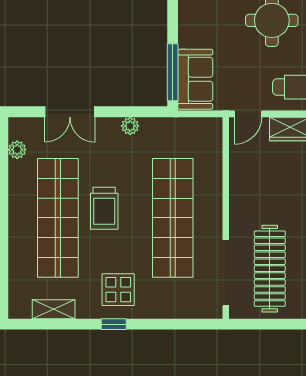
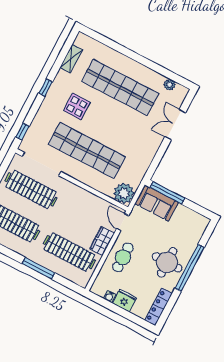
plant: (130, 126) -> (124, 193), moved, width x1.88, depth x1.88
trolley: (104, 208) -> (112, 116), removed
display table: (118, 290) -> (77, 106), moved
window: (194, 324) -> (22, 132), added

